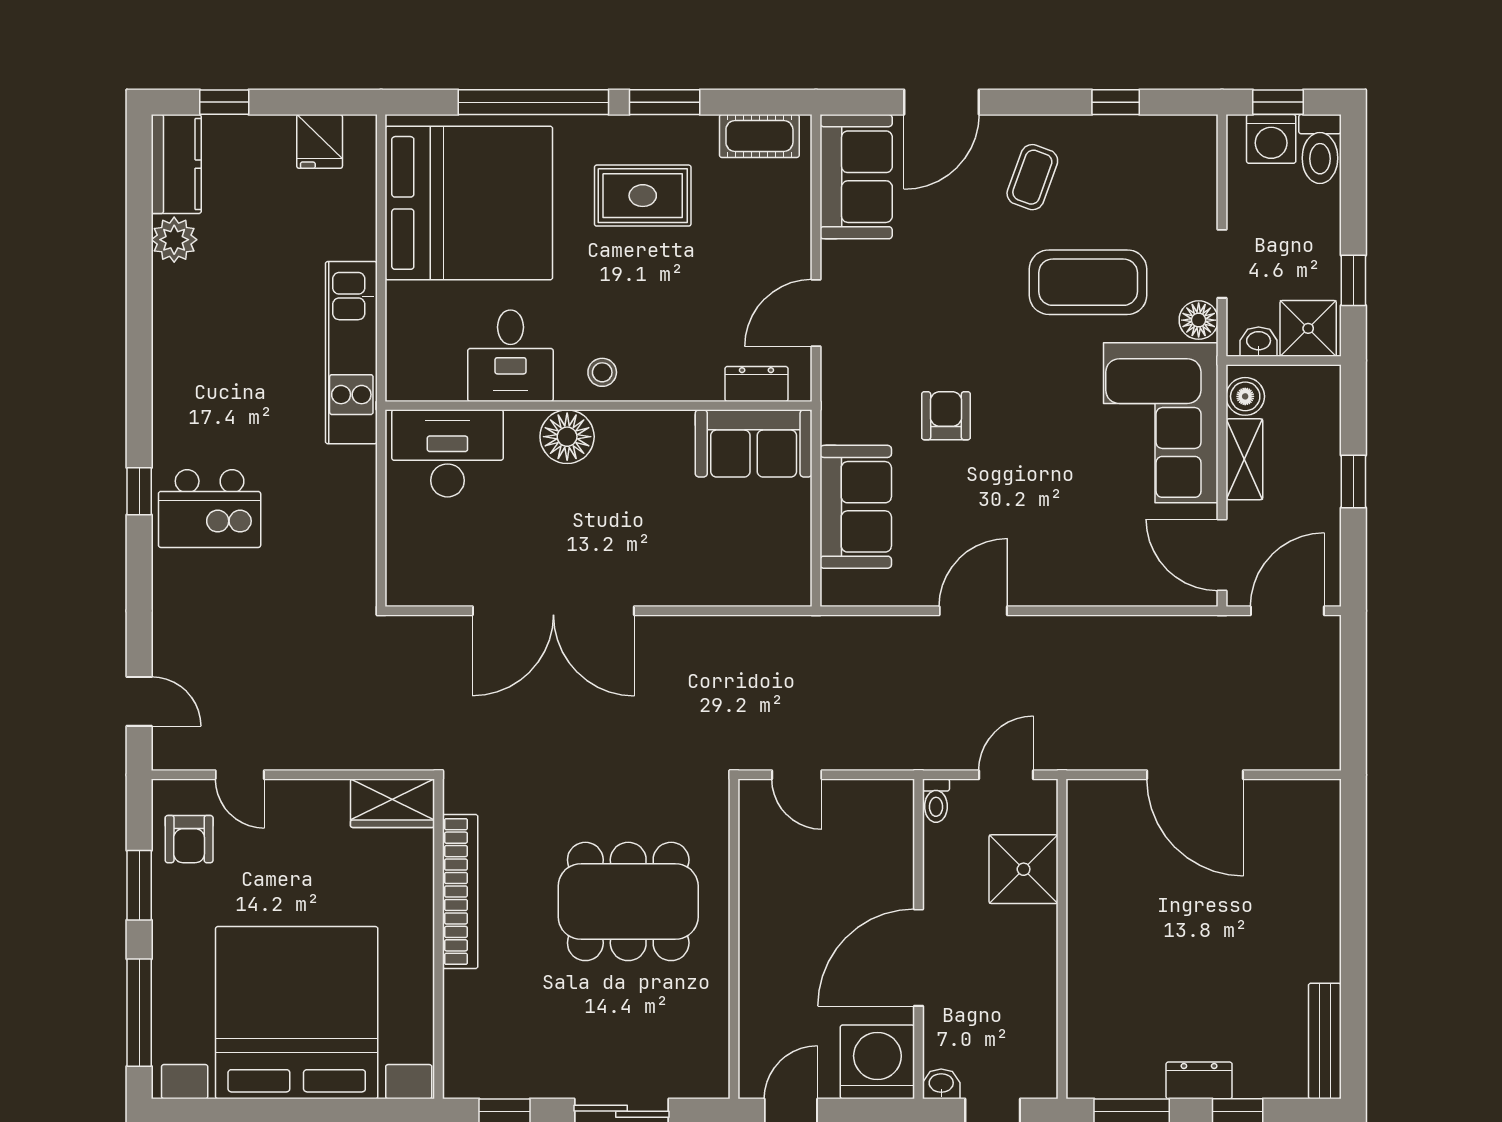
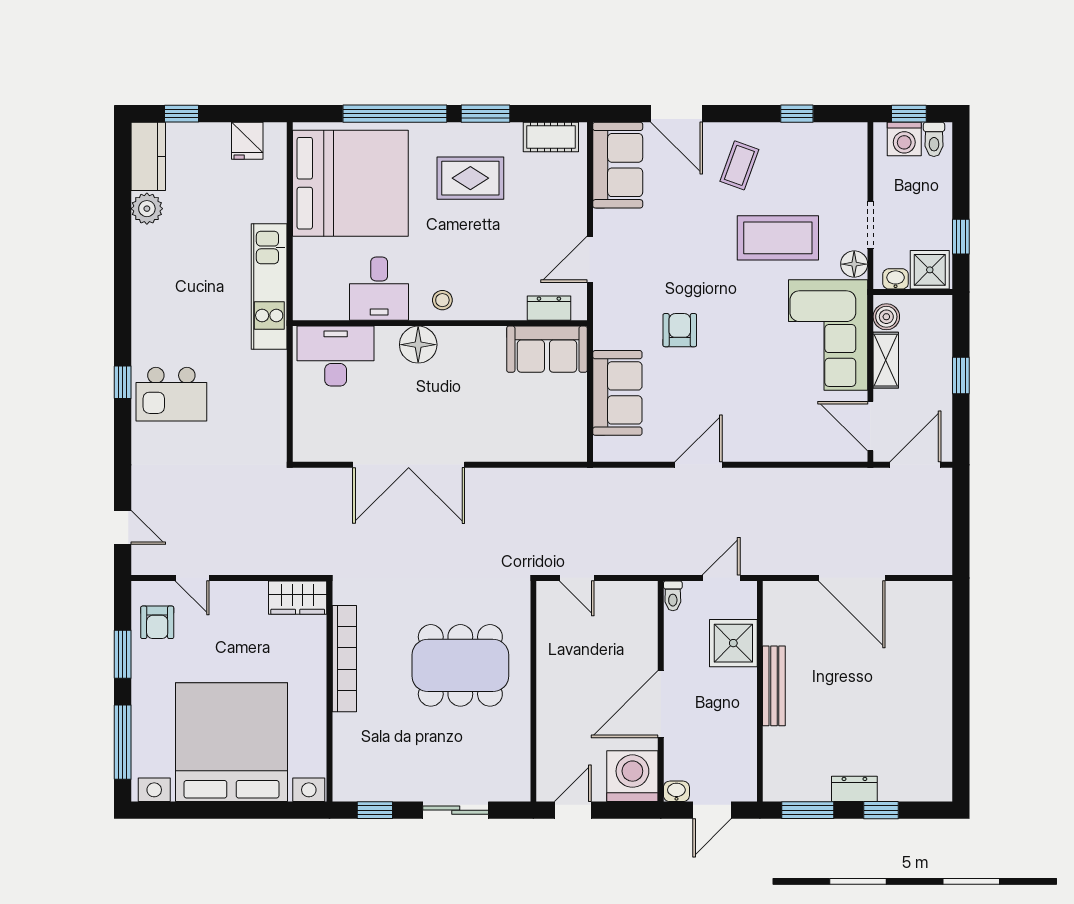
door: (941, 102) -> (677, 114), hinge flipped
toilet: (1320, 149) -> (934, 139), width x0.73, depth x0.72
bench: (1325, 1041) -> (774, 686), moved

